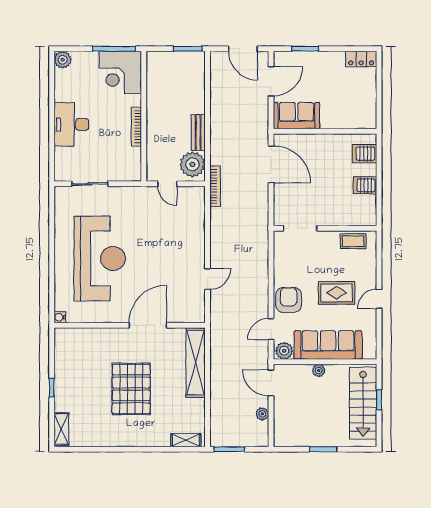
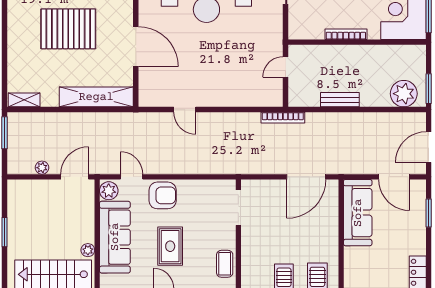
sofa: (296, 116) -> (358, 213), width x1.36
plant: (192, 164) -> (404, 94), moved
plant: (319, 370) -> (88, 250), moved
shelving: (186, 440) -> (24, 100), moved, turned 90

